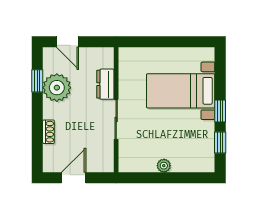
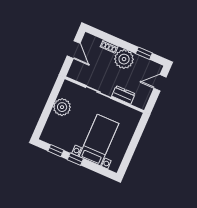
plant: (57, 88) -> (124, 59), moved
plant: (164, 166) -> (62, 107), width x1.87, depth x1.87

